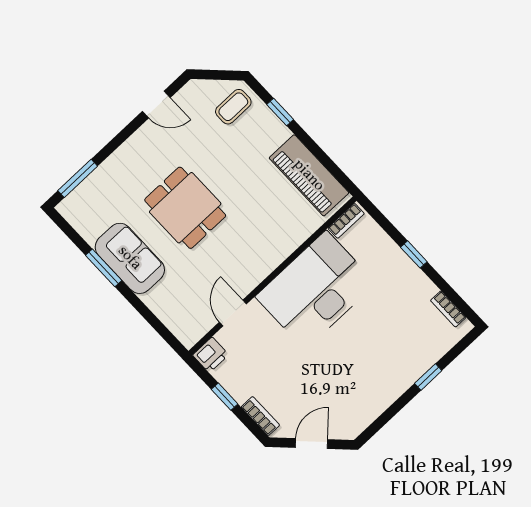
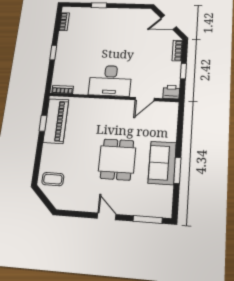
door: (156, 105) -> (107, 216), moved
window: (280, 112) -> (43, 123), moved
desk: (316, 290) -> (110, 81), width x0.73, depth x0.77

